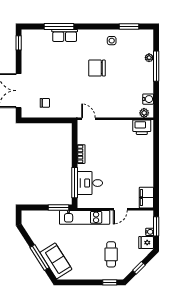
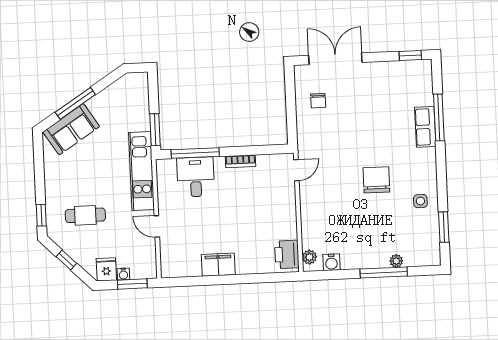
filing cabinet: (146, 198) -> (218, 265), moved

